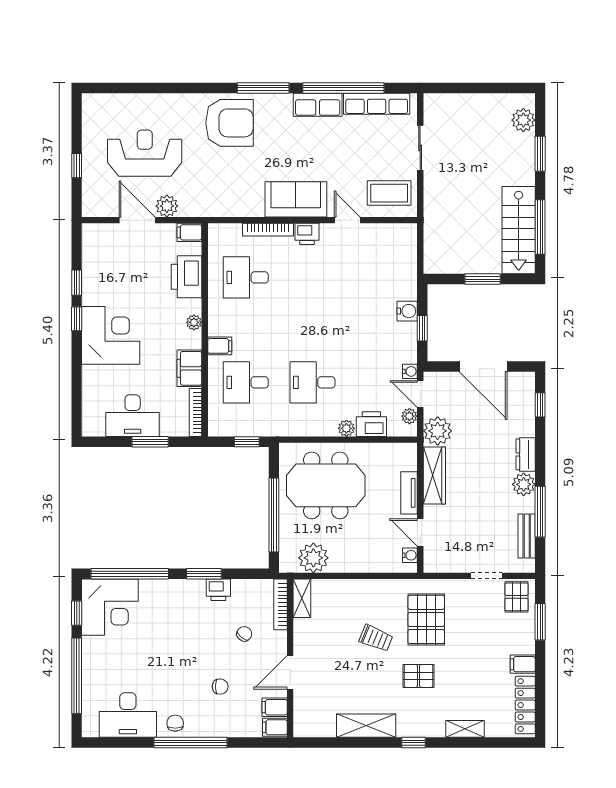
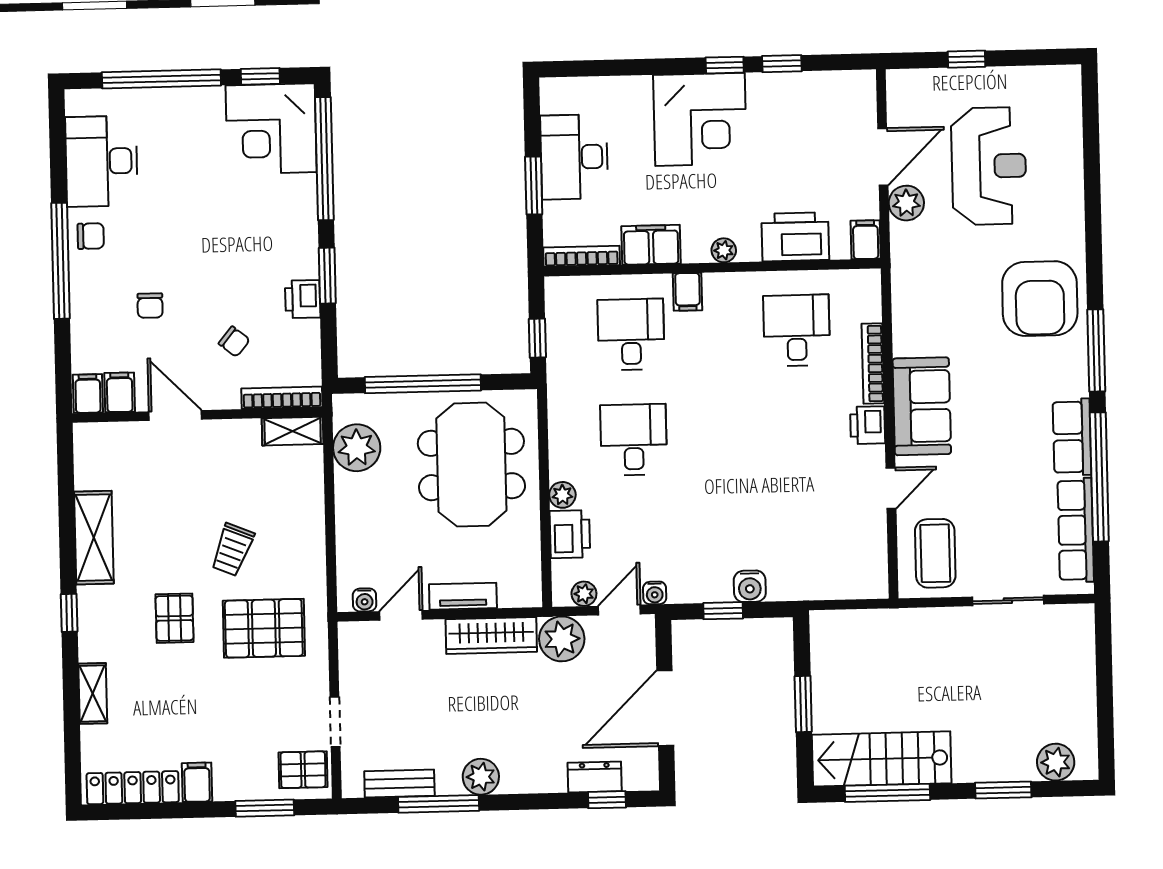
dresser: (526, 454) -> (595, 777), moved

